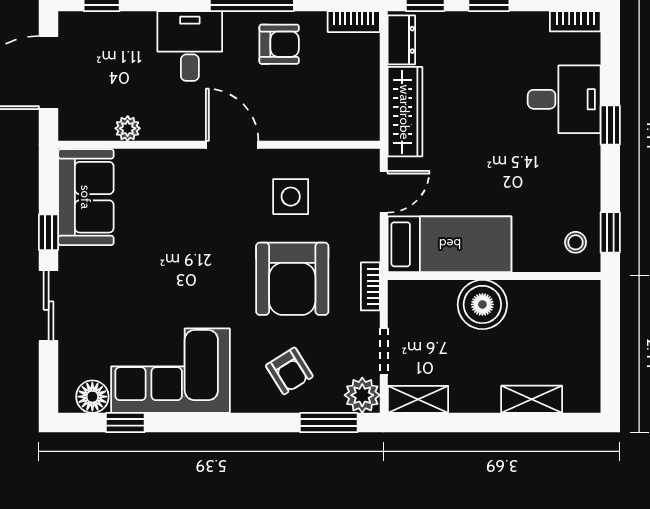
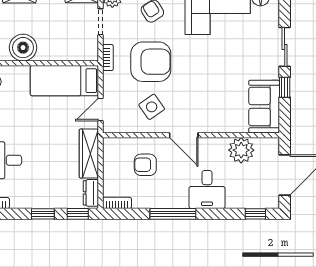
armchair: (279, 44) -> (145, 165), moved
plant: (128, 128) -> (241, 150), width x1.88, depth x1.88
side table: (291, 197) -> (152, 107), turned -35
armchair: (292, 279) -> (151, 62), turned 90
boiler: (482, 304) -> (23, 48), moved

